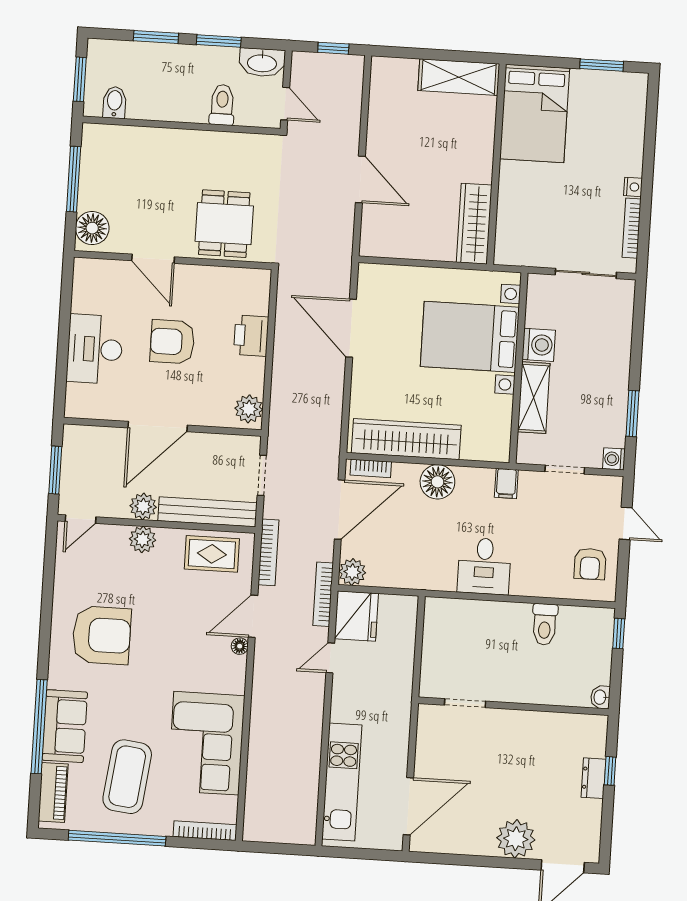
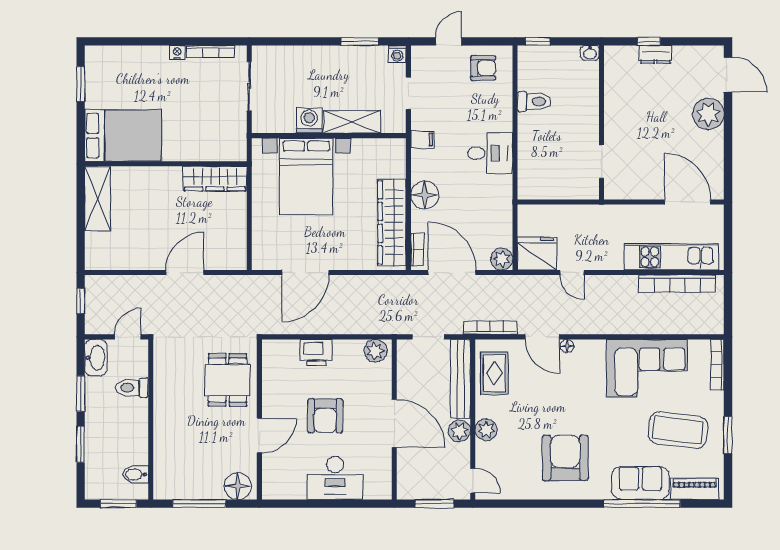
dining table: (224, 224) -> (228, 380), turned 90
bookcase: (323, 594) -> (677, 284), moved, width x1.48, depth x1.31
window: (117, 838) -> (728, 435), width x0.47

